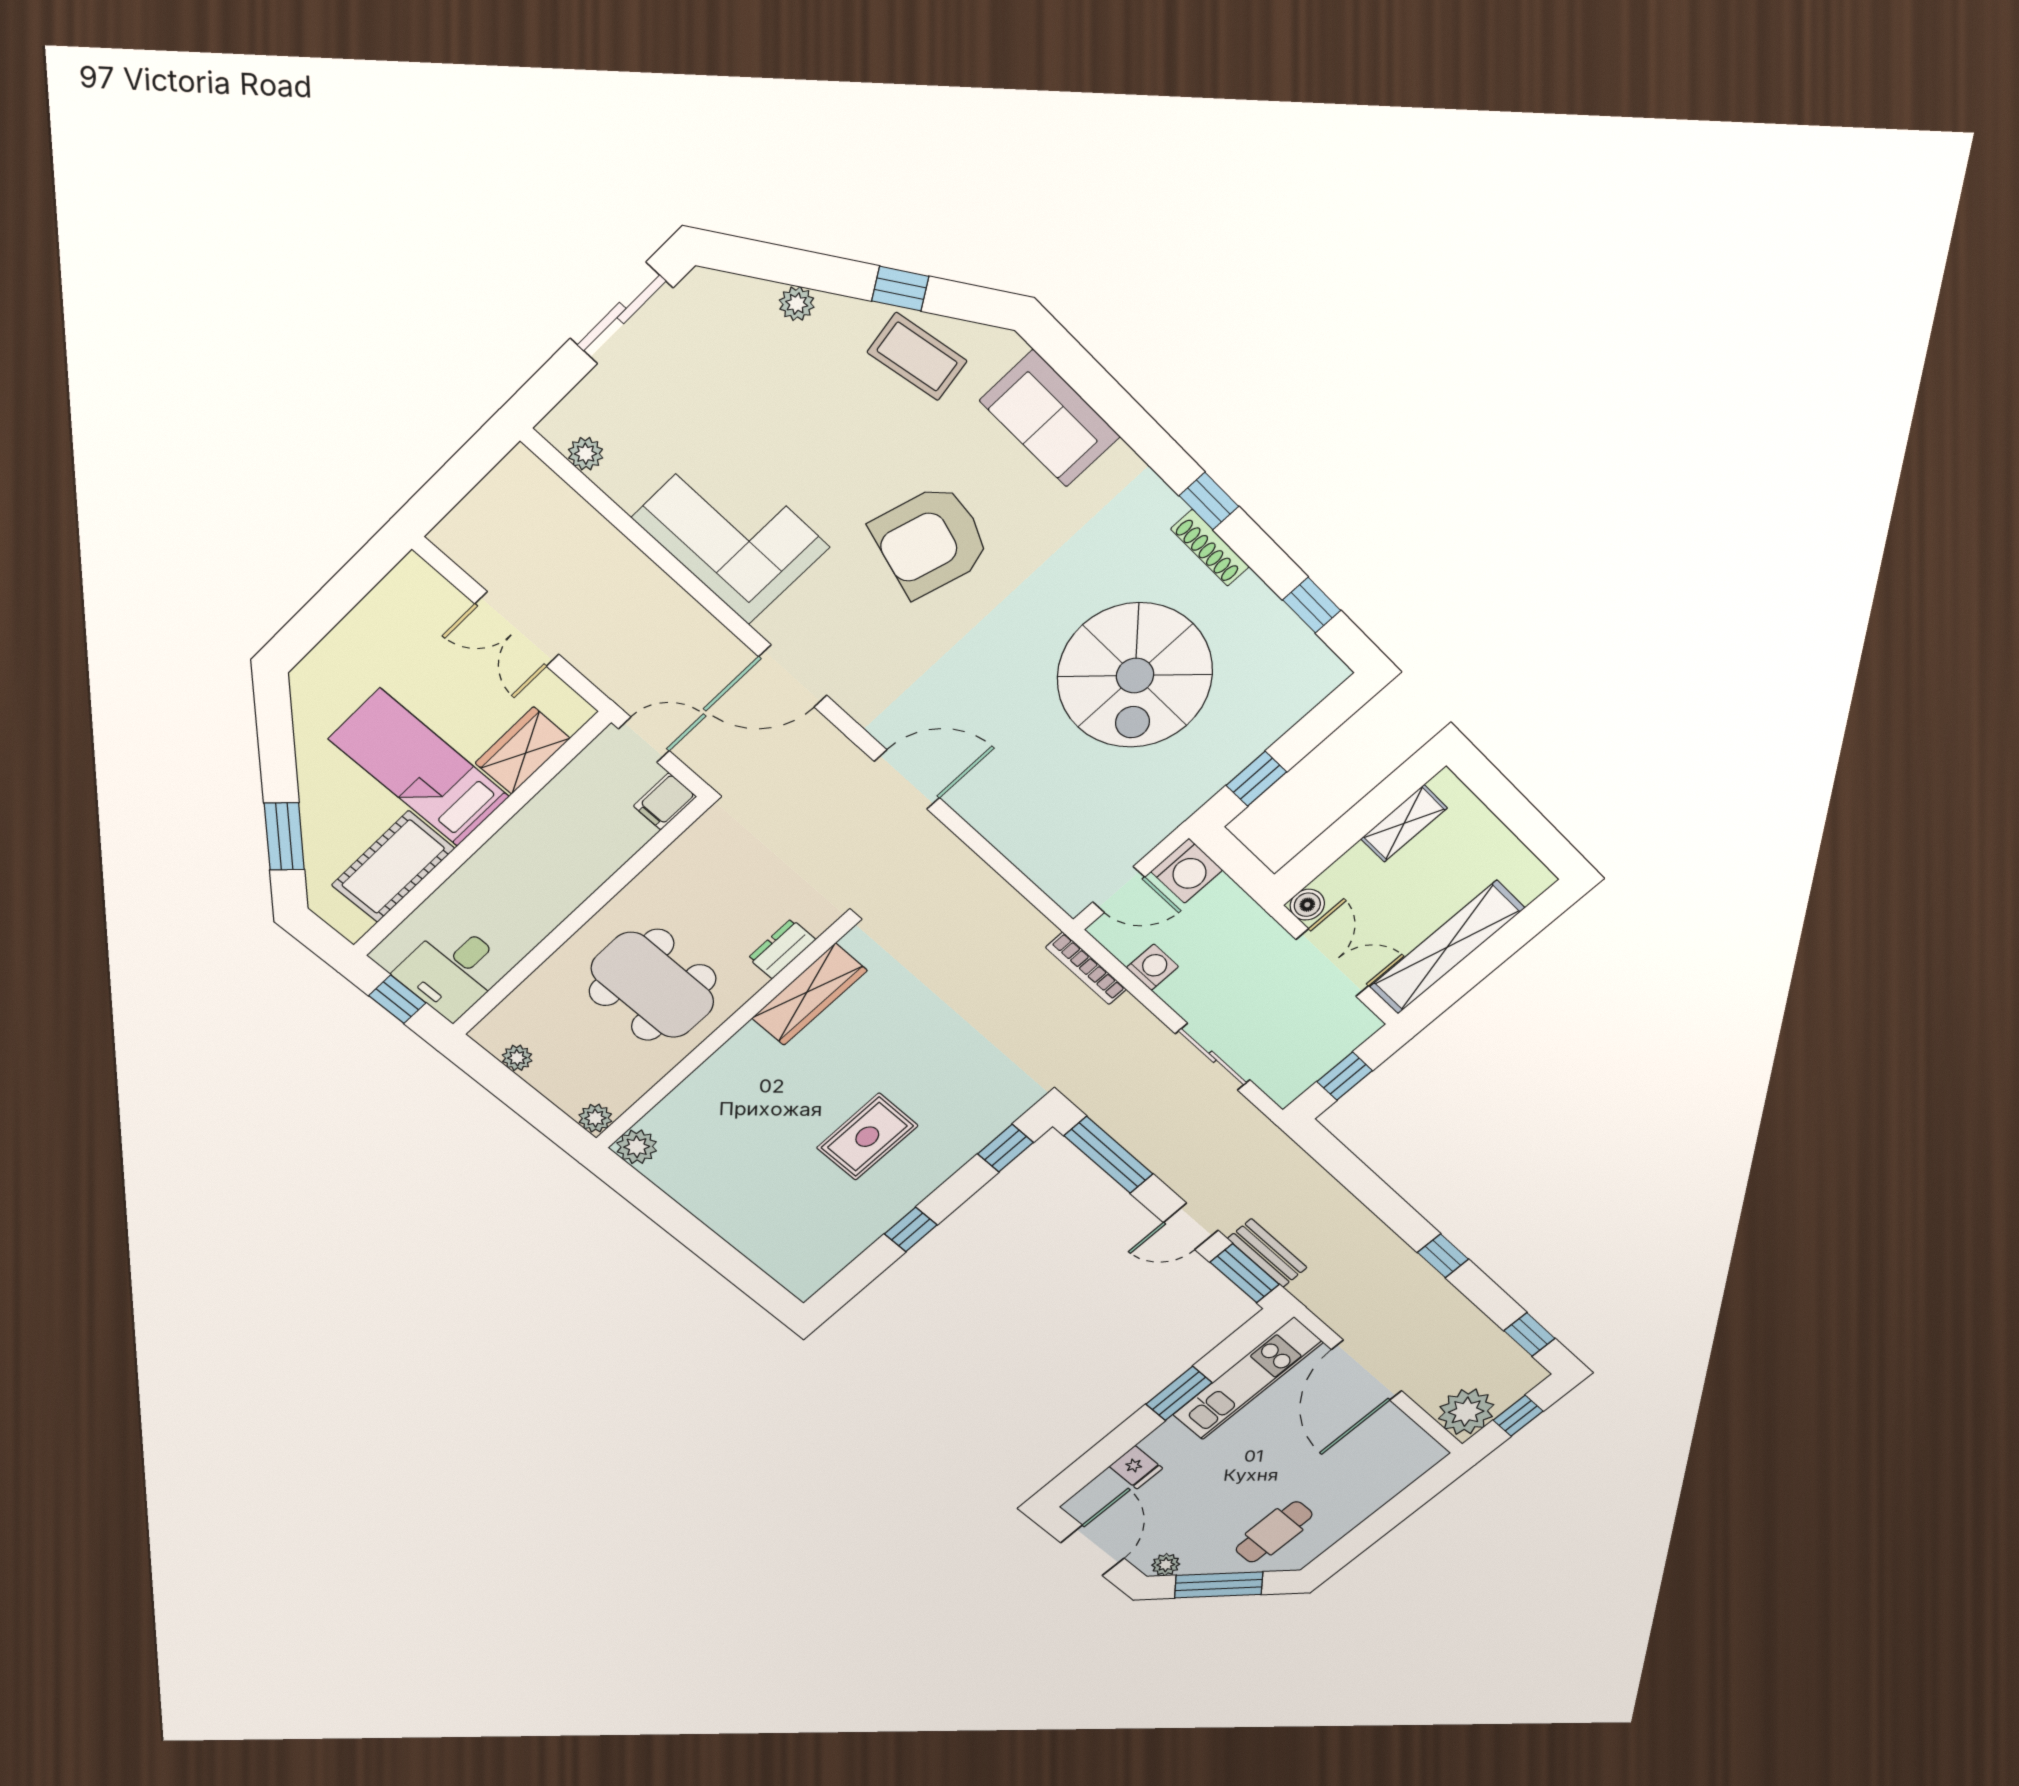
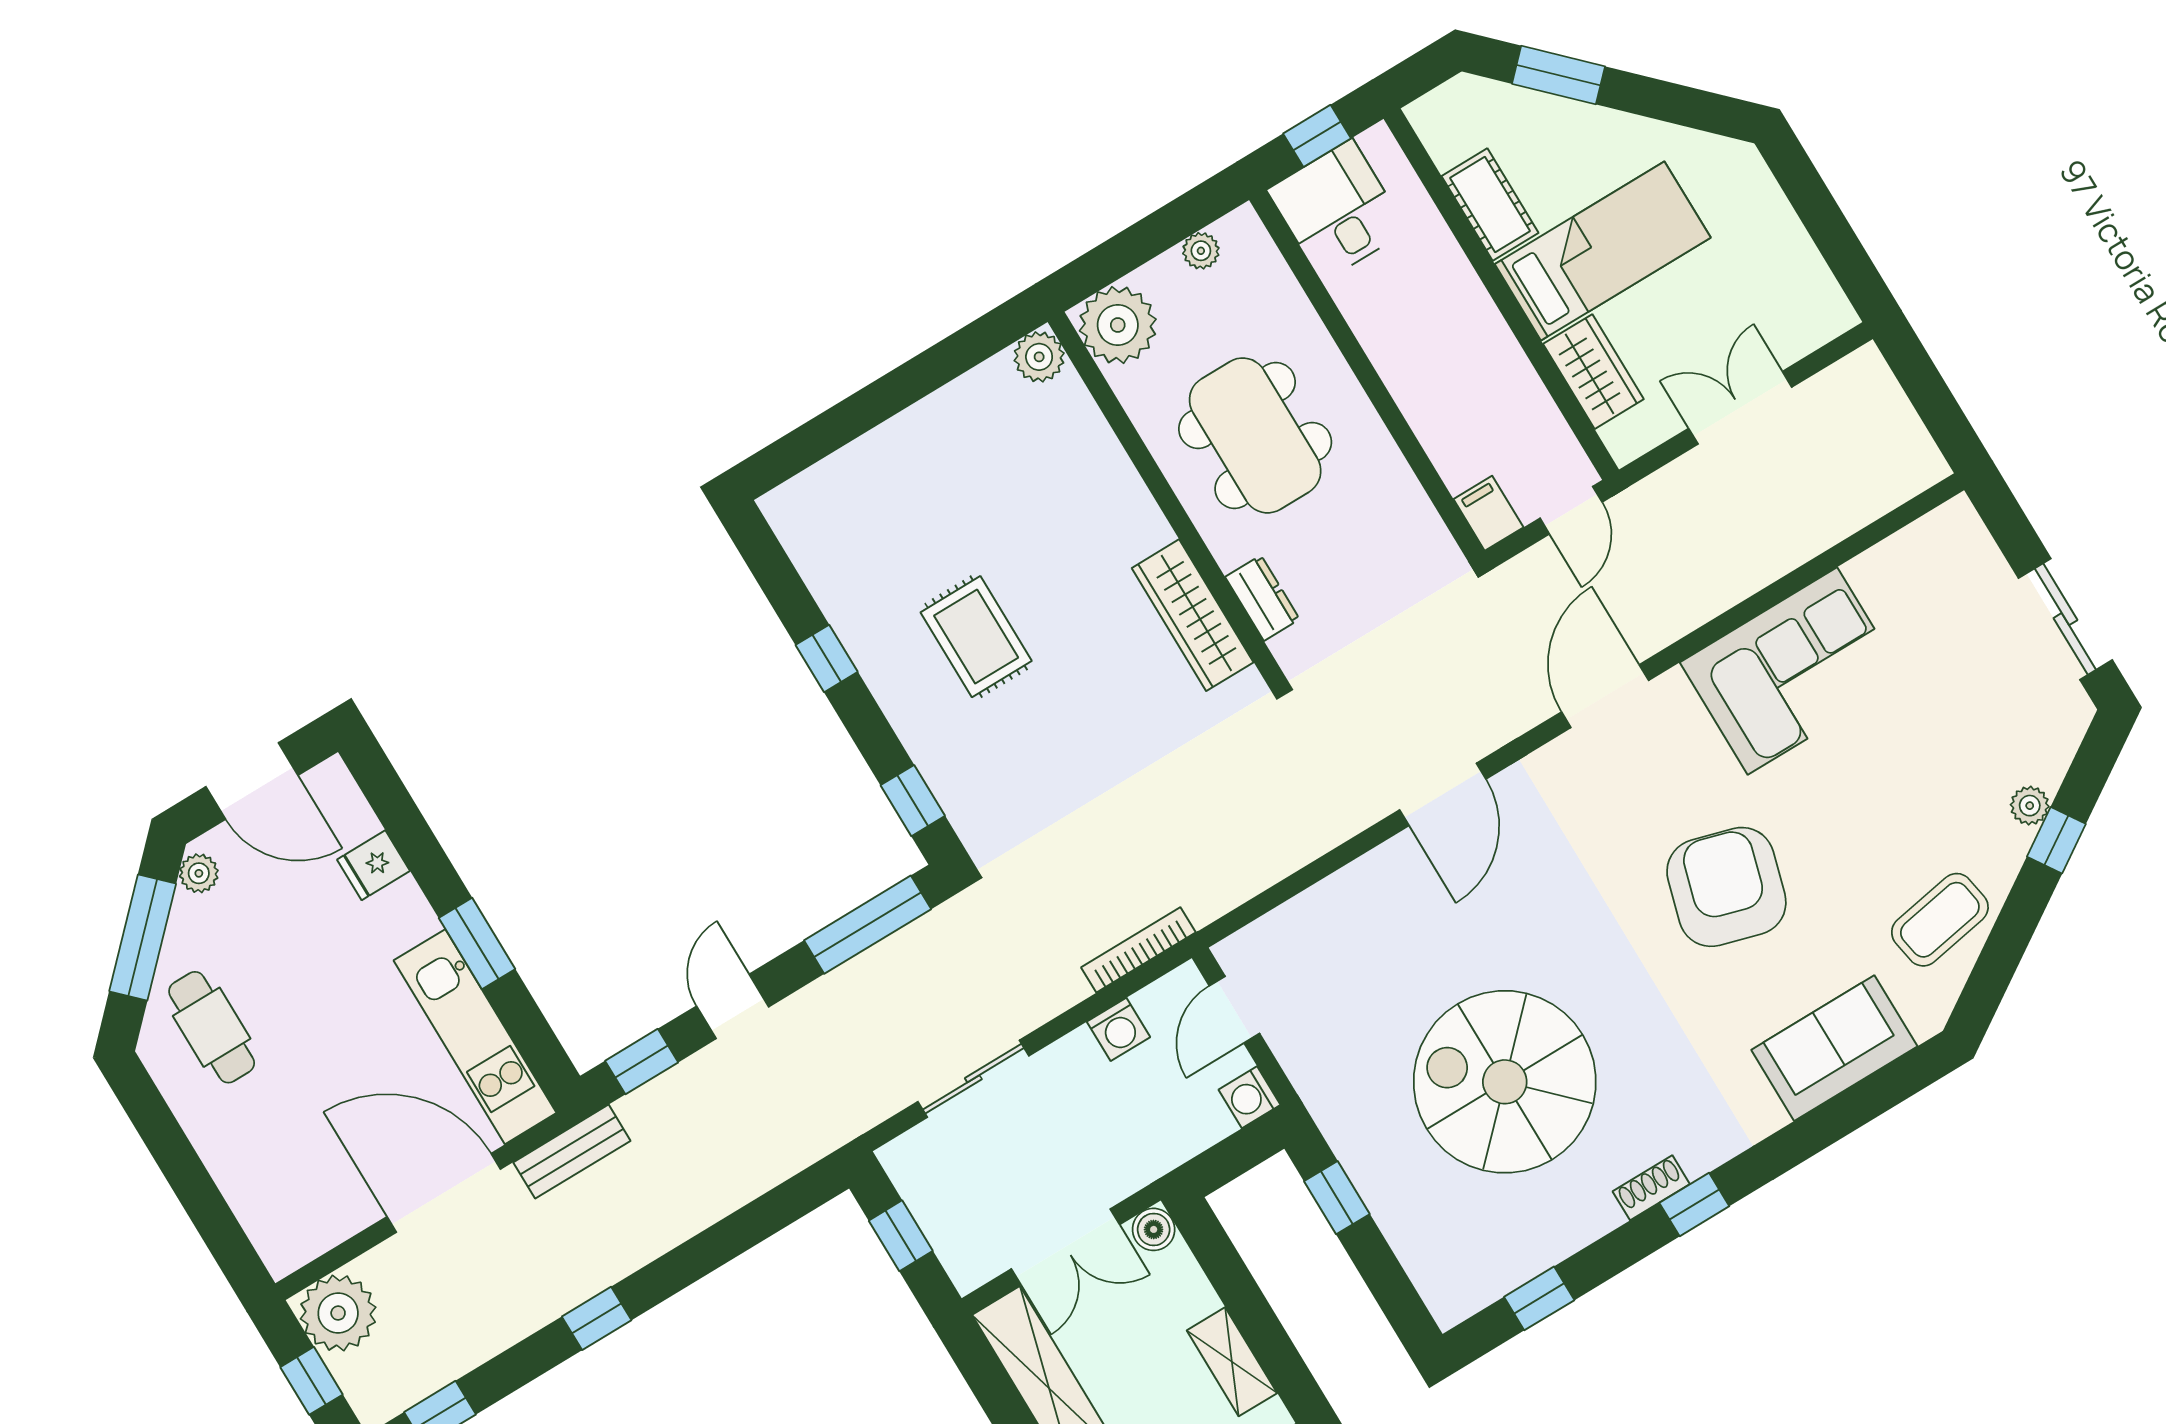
window: (900, 289) -> (2056, 840), moved
plant: (586, 454) -> (1922, 539), removed
shoe rack: (1210, 548) -> (1651, 1188), width x0.70
cot: (393, 867) -> (1490, 205), width x0.73, depth x0.75
washing machine: (1187, 871) -> (1250, 1097), width x0.73, depth x0.73
dining table: (653, 985) -> (1255, 435), turned 90
plant: (595, 1118) -> (1118, 325), width x1.88, depth x1.88
bench: (1267, 1253) -> (572, 1152), moved
window: (1245, 1273) -> (642, 1062), width x0.67

